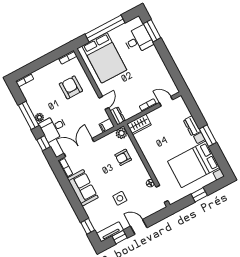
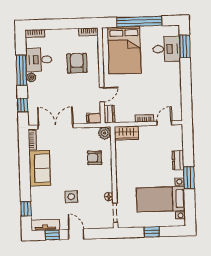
door: (166, 101) -> (164, 123), hinge flipped
desk: (53, 128) -> (39, 60), moved
bed with nightstands: (194, 164) -> (161, 199), width x0.73

